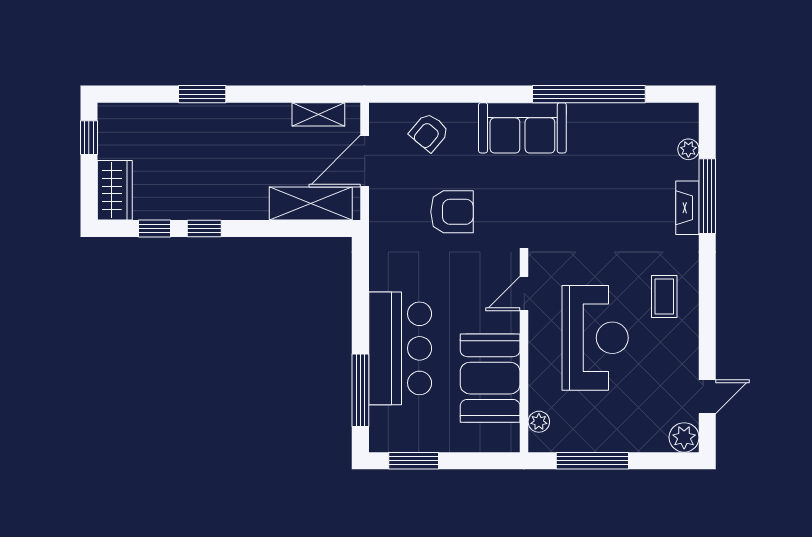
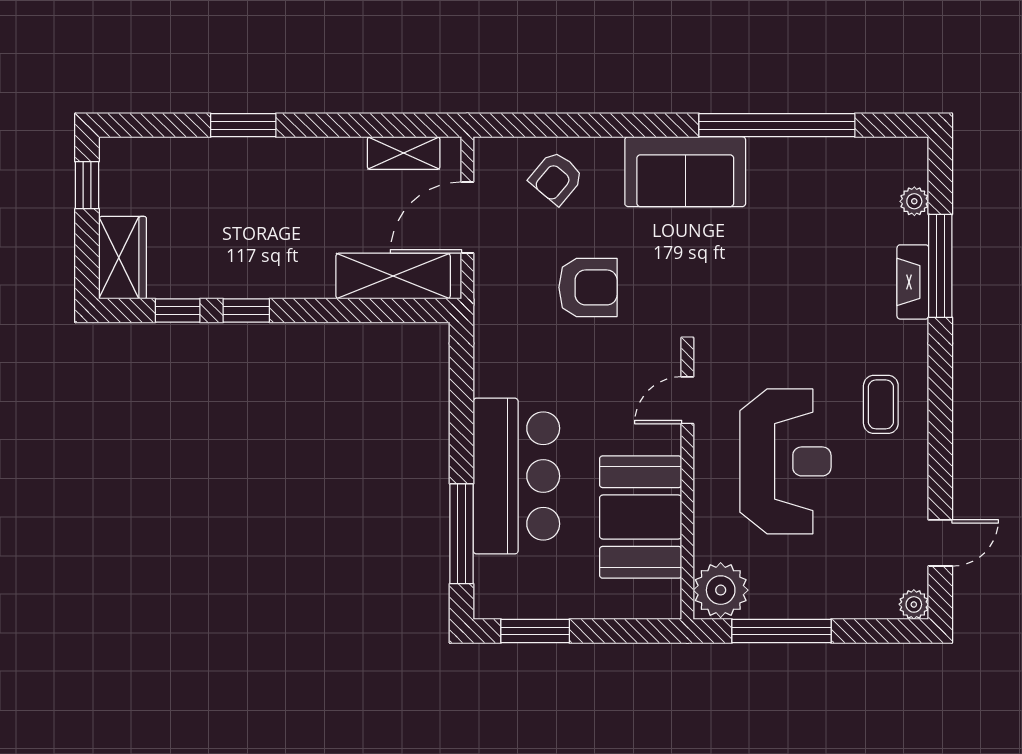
plant: (539, 422) -> (721, 590), width x1.88, depth x1.88
plant: (684, 437) -> (914, 604), width x0.73, depth x0.73

